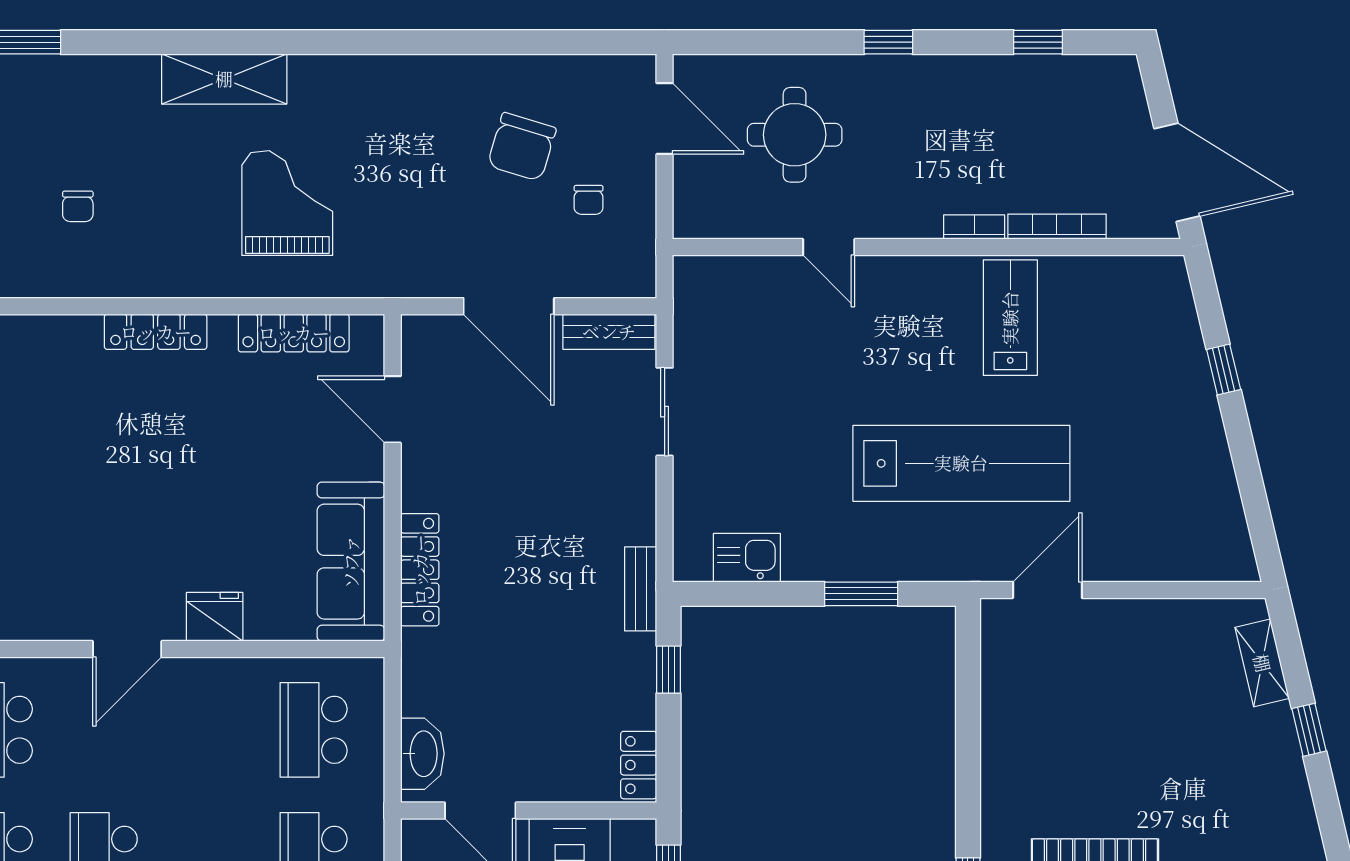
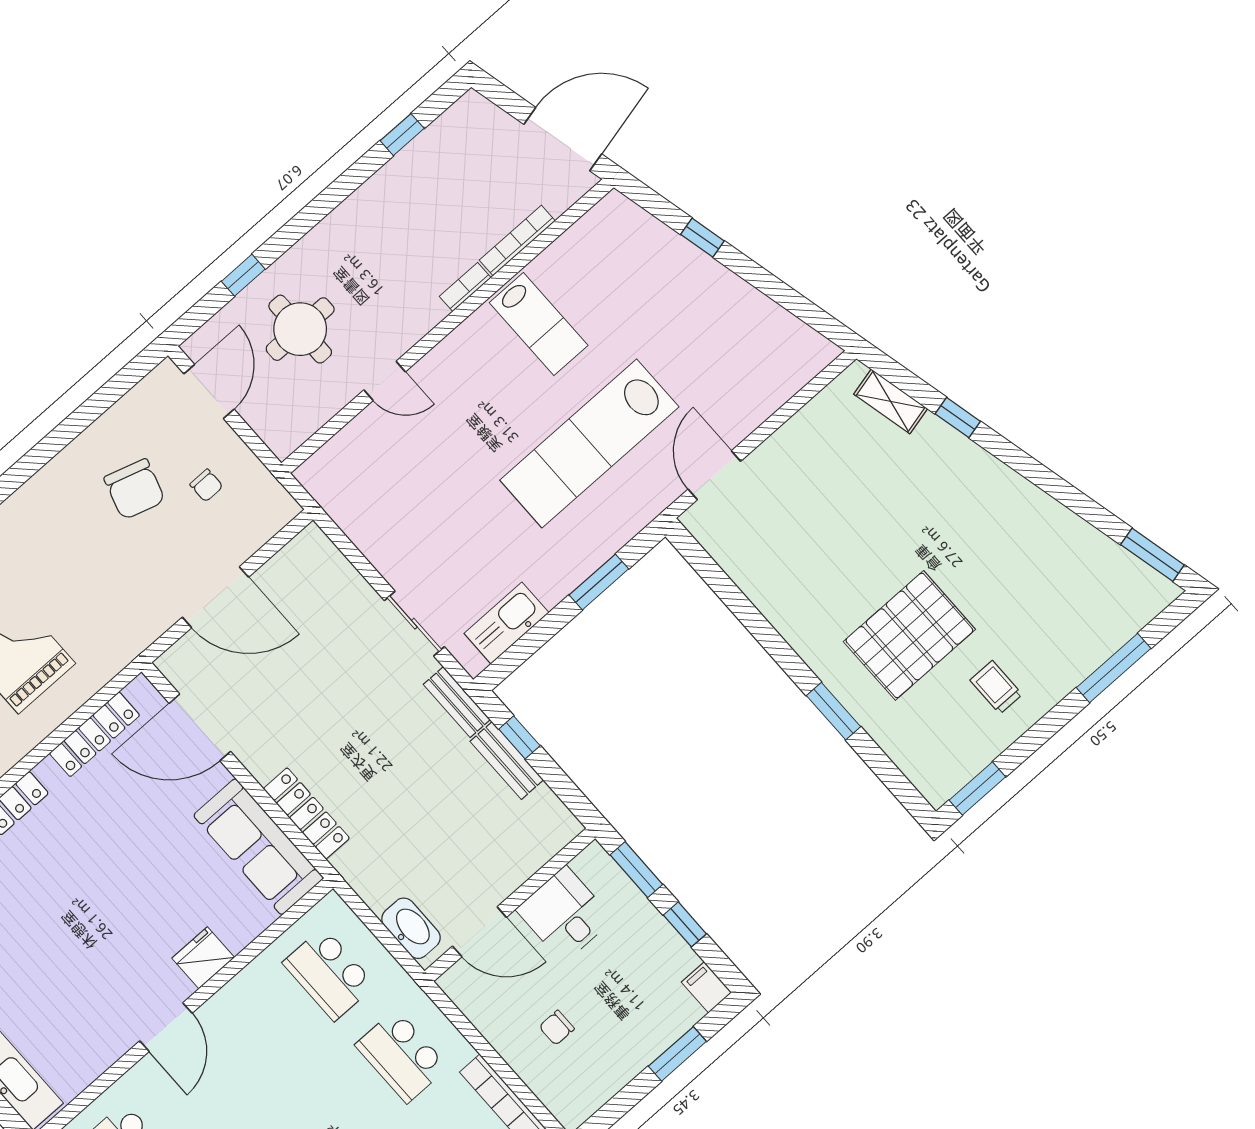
window: (888, 42) -> (243, 275), moved
door: (665, 119) -> (209, 392), hinge flipped
lab bench: (1010, 318) -> (539, 324), turned 180
bench: (609, 332) -> (507, 761), moved, turned 90
door: (393, 409) -> (200, 727), width x1.36
sliding door: (665, 412) -> (414, 624), moved
lab bench: (961, 463) -> (589, 443), turned 180
kitchen sink: (747, 558) -> (506, 623), width x1.38
locker: (639, 765) -> (554, 814), removed

